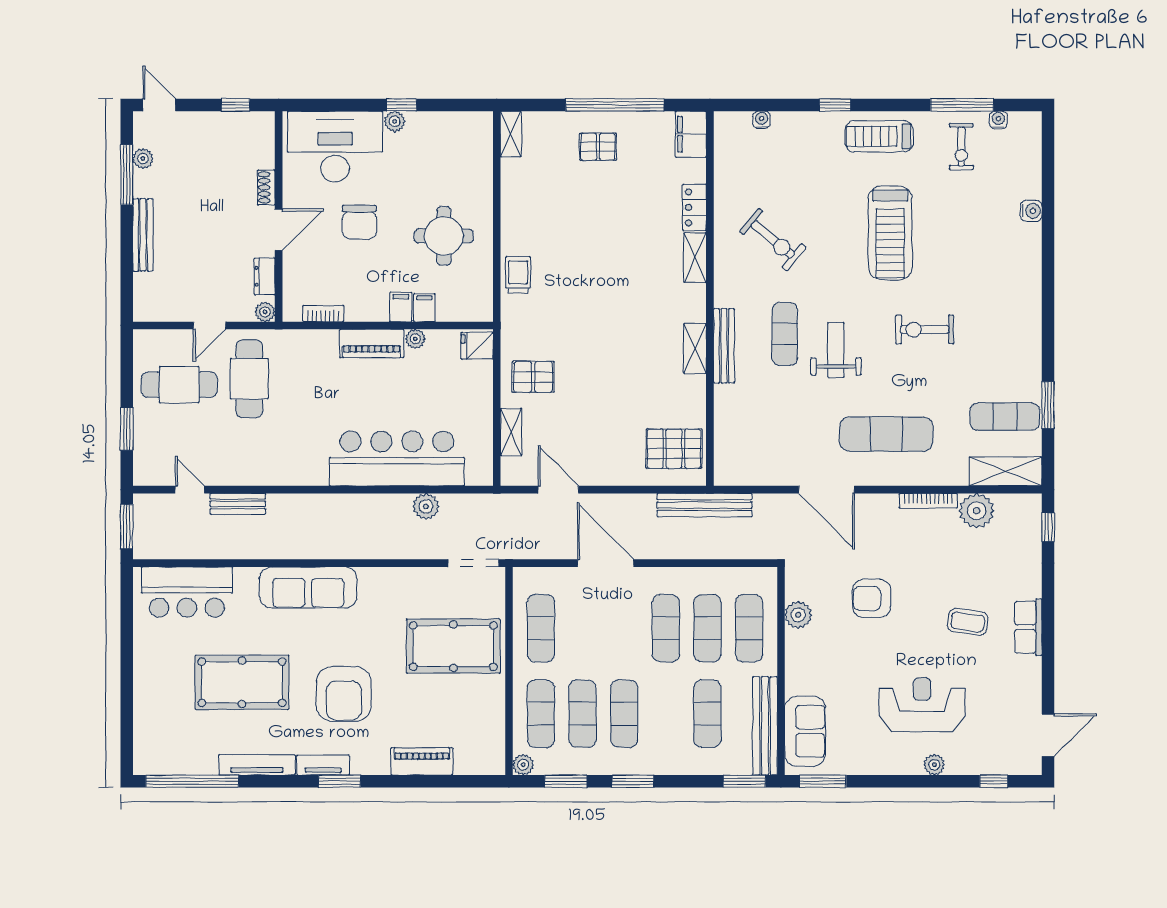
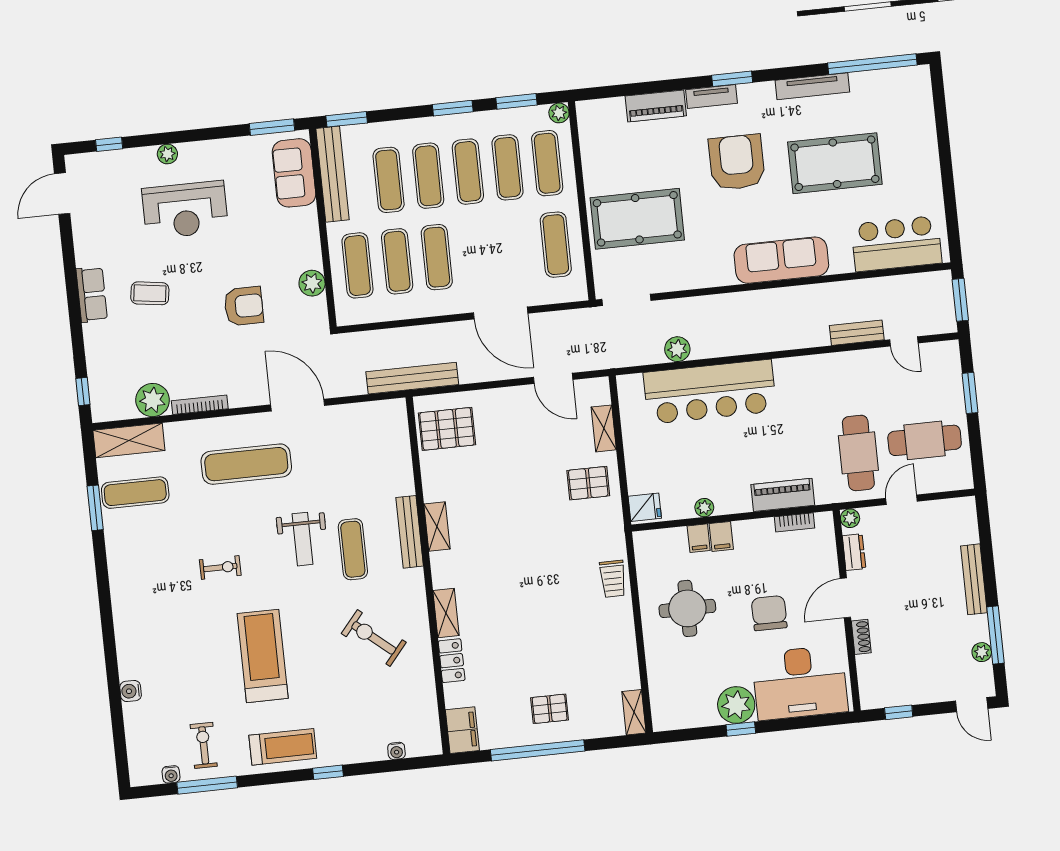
plant: (395, 121) -> (736, 705), width x1.88, depth x1.88
exercise bike: (925, 329) -> (220, 567), width x0.73, depth x0.72
piano: (372, 343) -> (783, 495), moved
exercise mat: (666, 714) -> (428, 176), added
tv unit: (323, 765) -> (711, 96), moved

